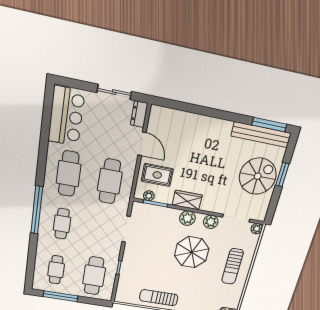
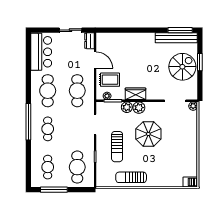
plant: (211, 222) -> (127, 107), moved
sun lounger: (233, 266) -> (117, 147), moved

